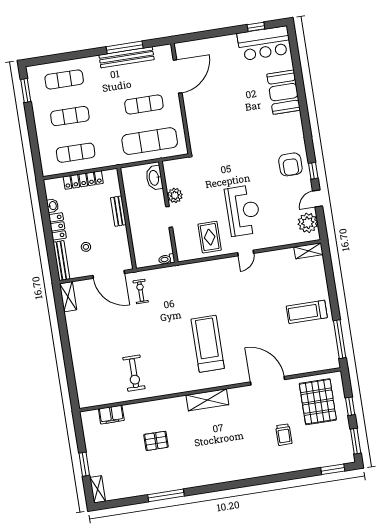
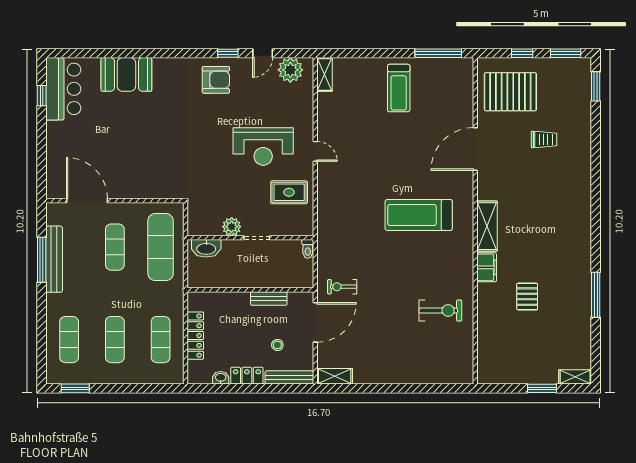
door: (318, 199) -> (263, 53), hinge flipped
bench: (118, 211) -> (269, 299), moved
reception desk: (243, 211) -> (263, 147), turned 180
filing cabinet: (111, 415) -> (487, 267), moved

